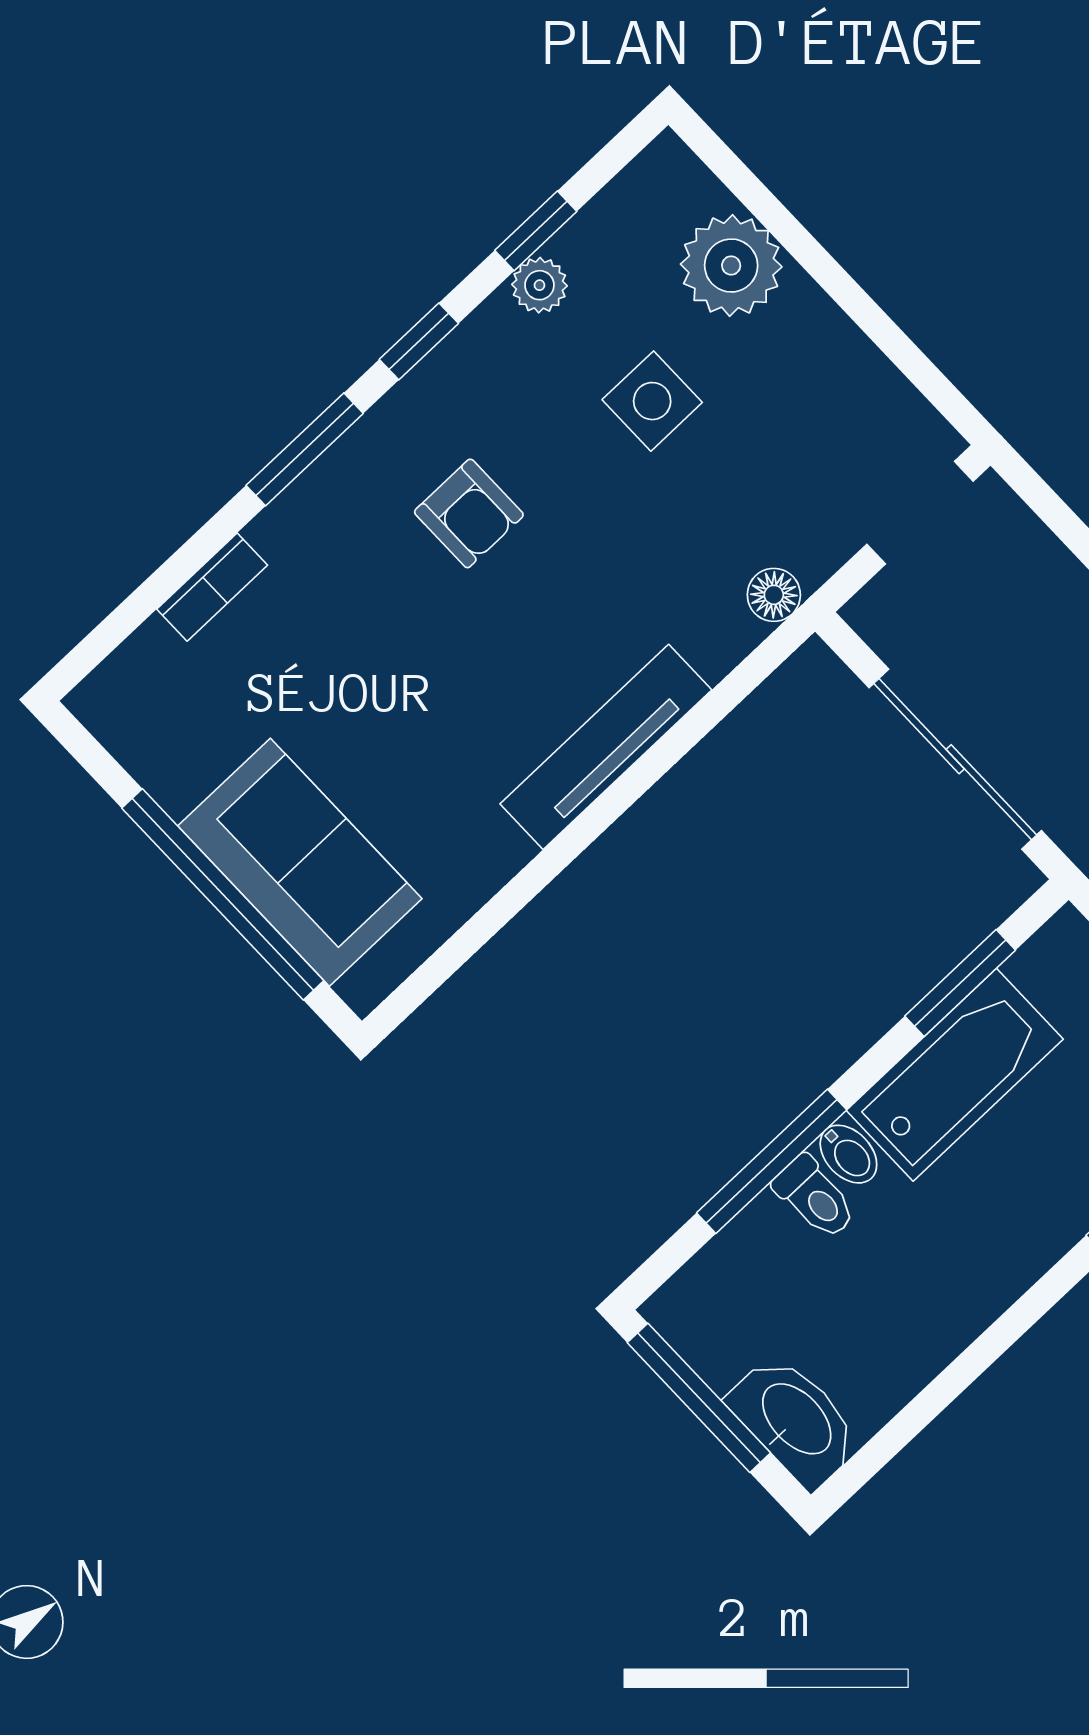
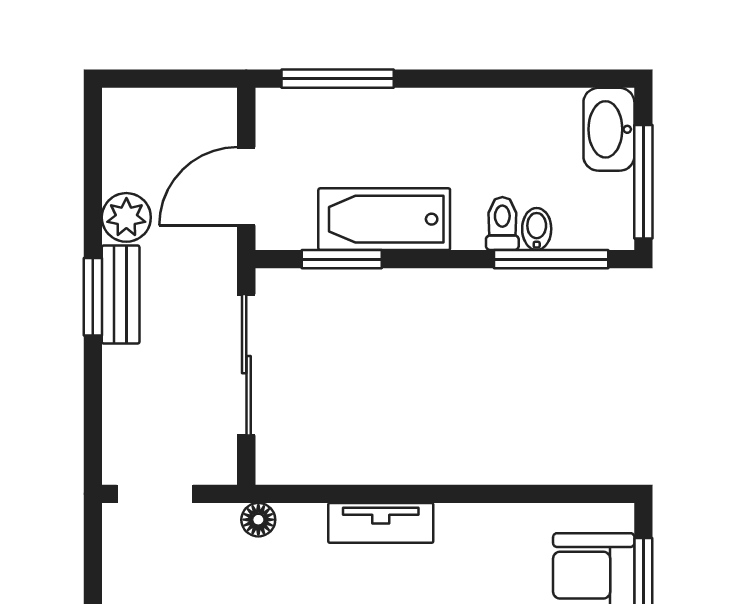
tv unit: (606, 747) -> (381, 523), width x0.71
bidet: (848, 1154) -> (537, 229), moved
window: (772, 1161) -> (551, 259), moved

